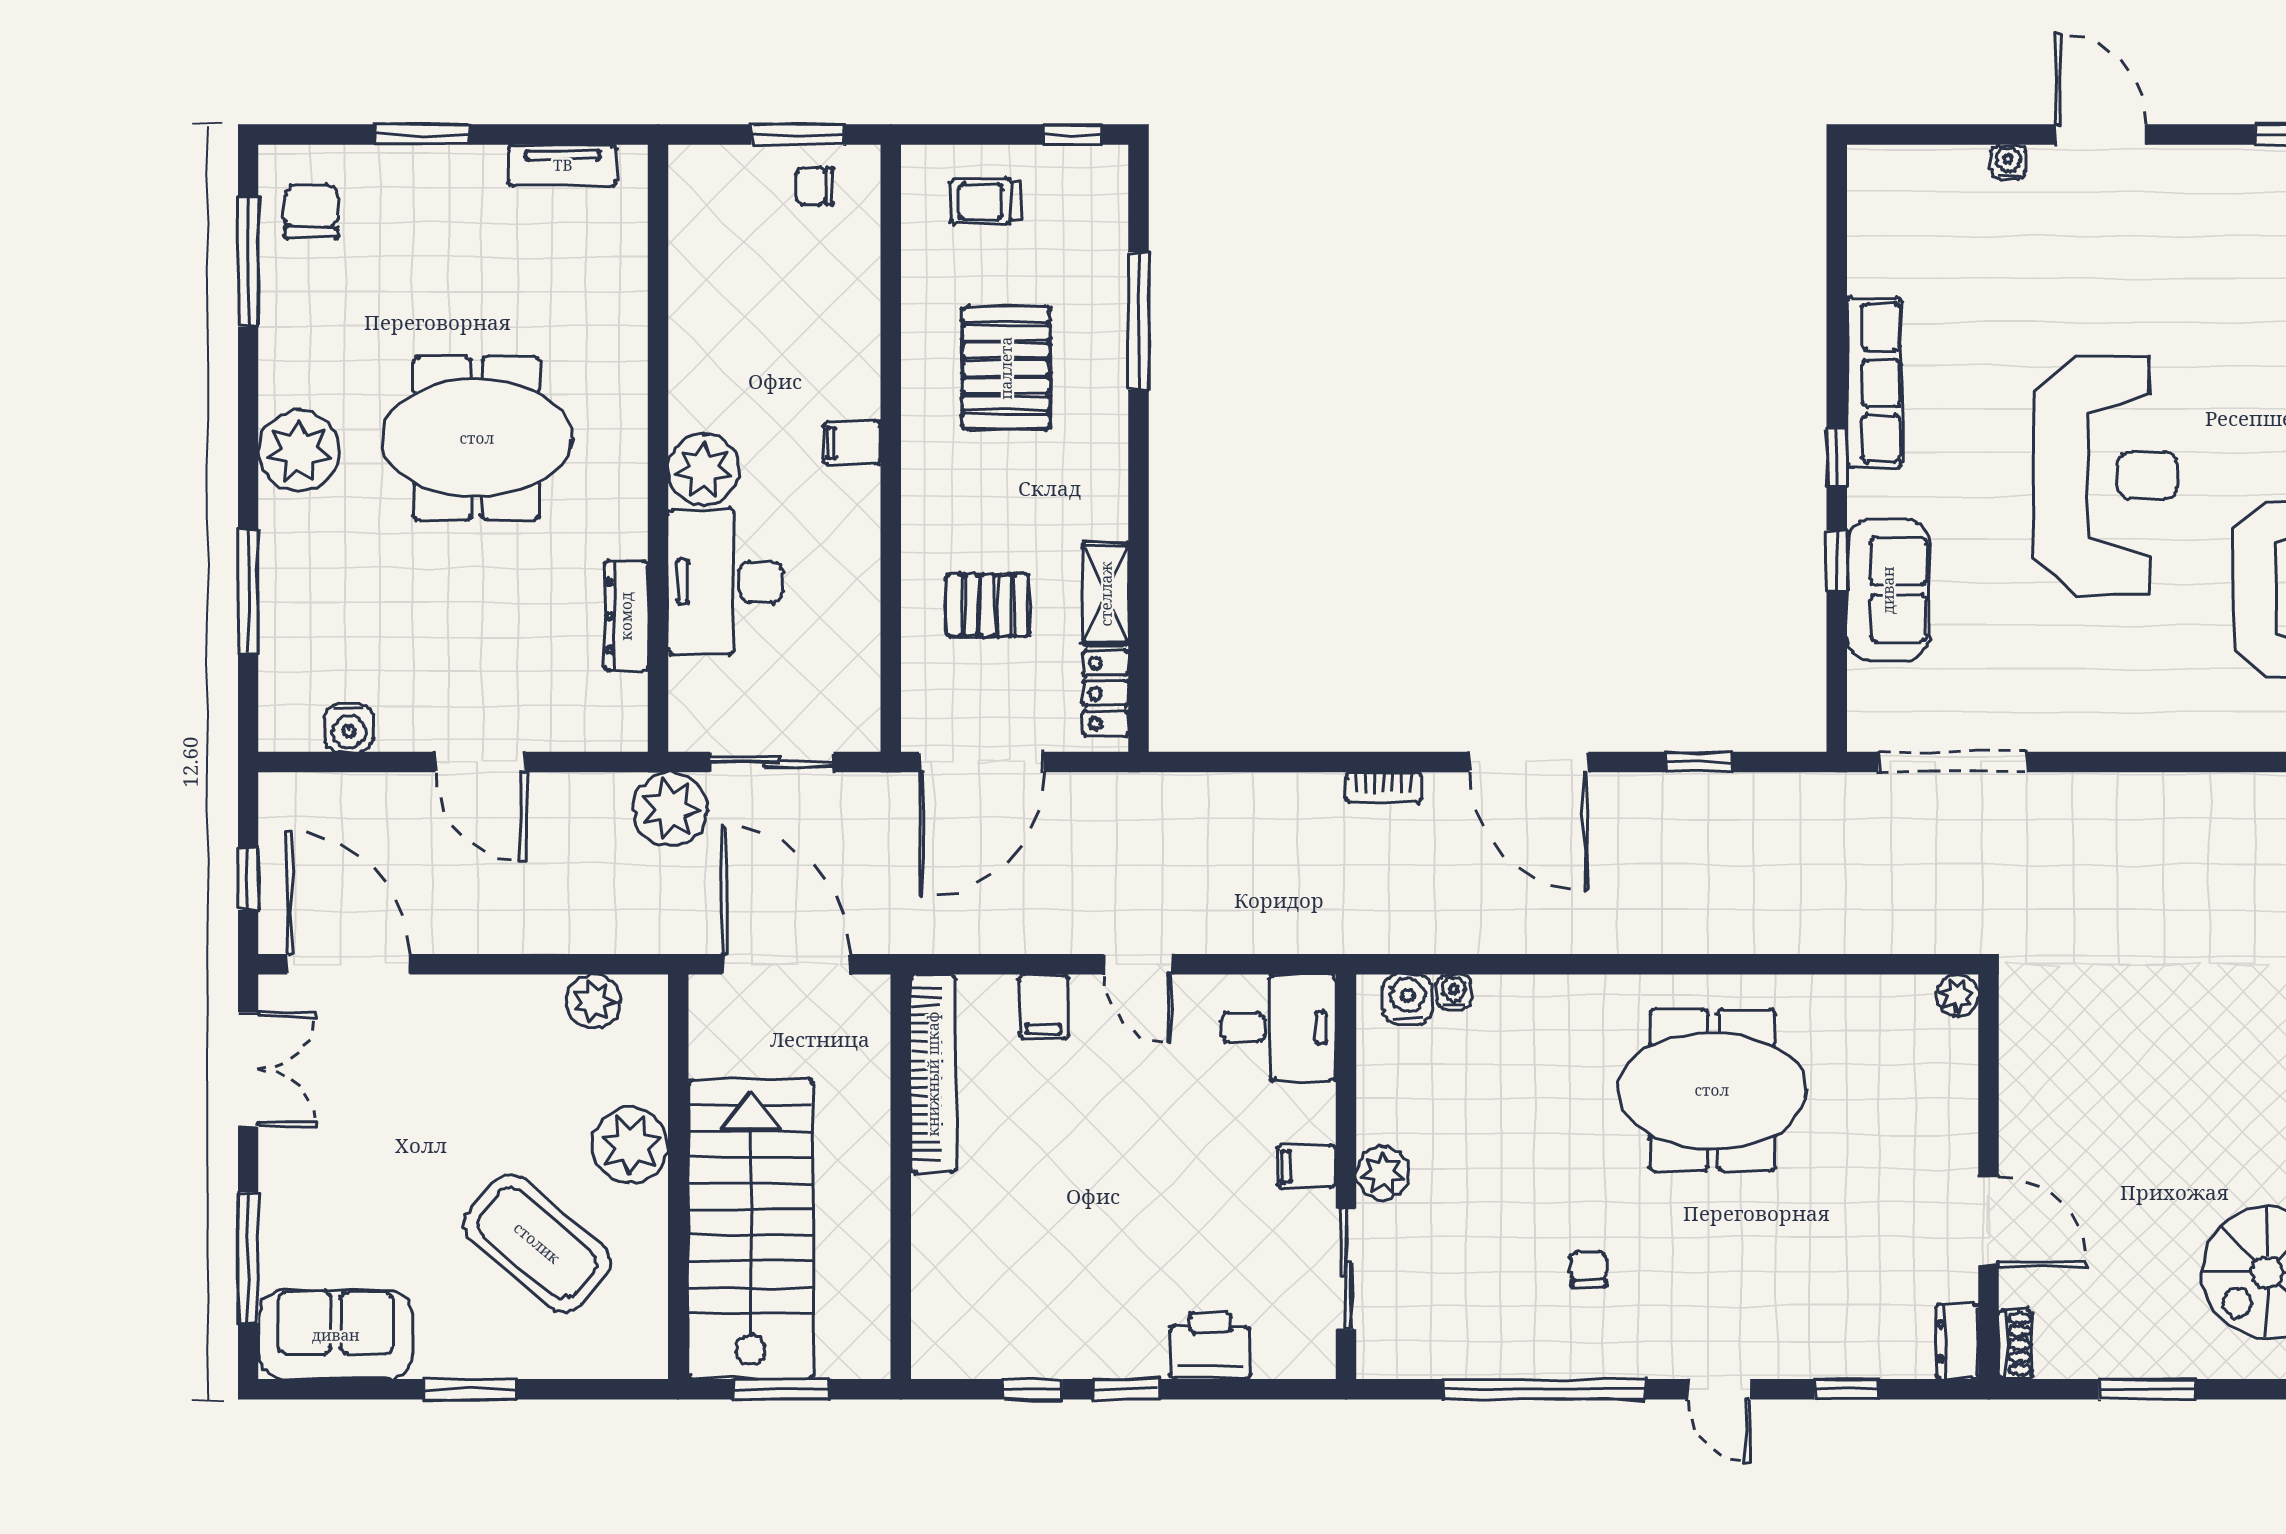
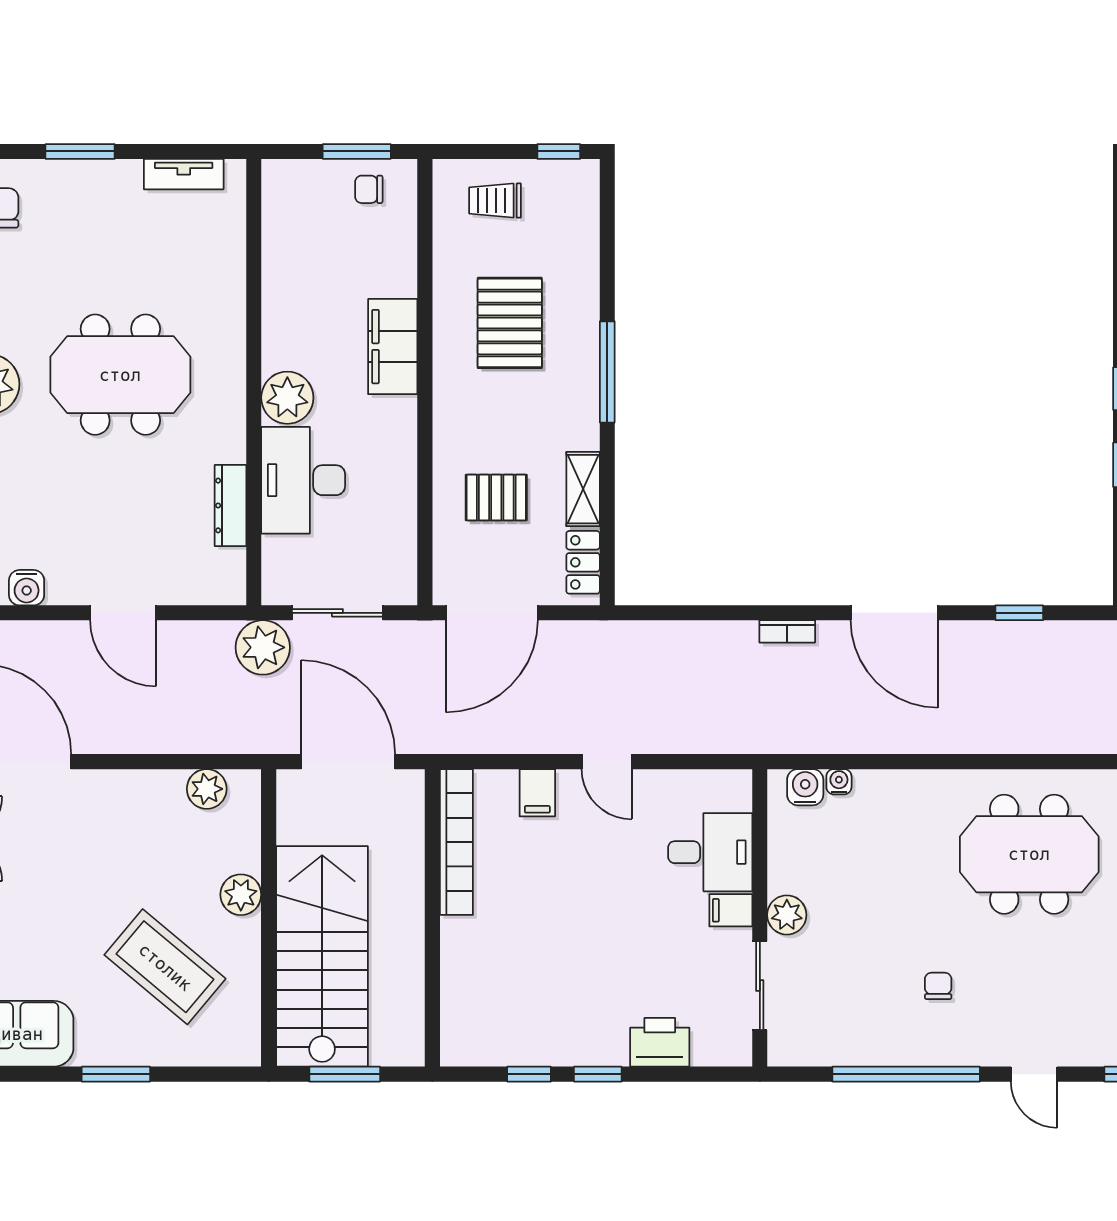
window: (1139, 321) -> (607, 372), moved
filing cabinet: (852, 443) -> (393, 347), width x3.00, depth x1.17
desk: (1279, 1028) -> (710, 852), moved
plant: (630, 1145) -> (241, 895), width x0.73, depth x0.73

